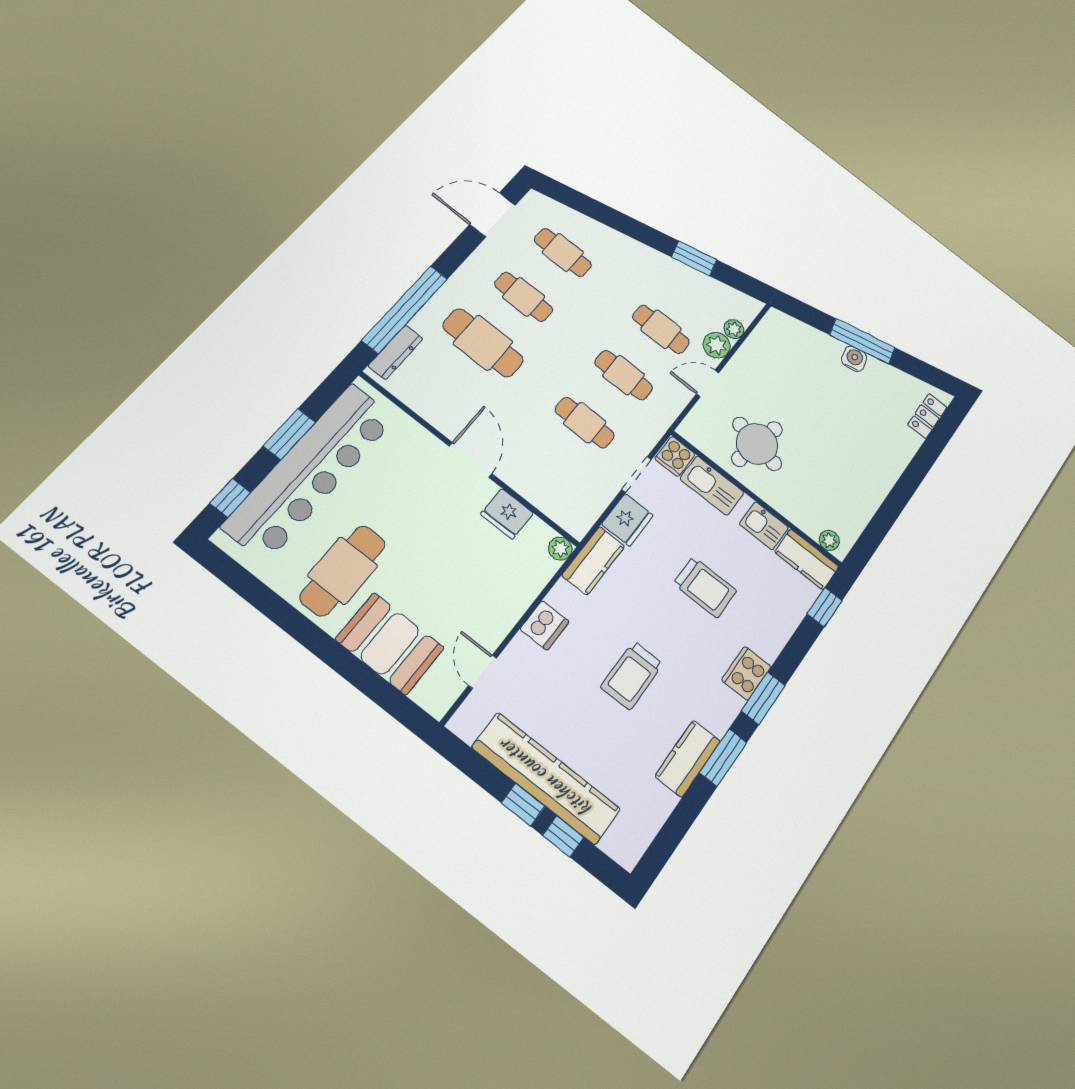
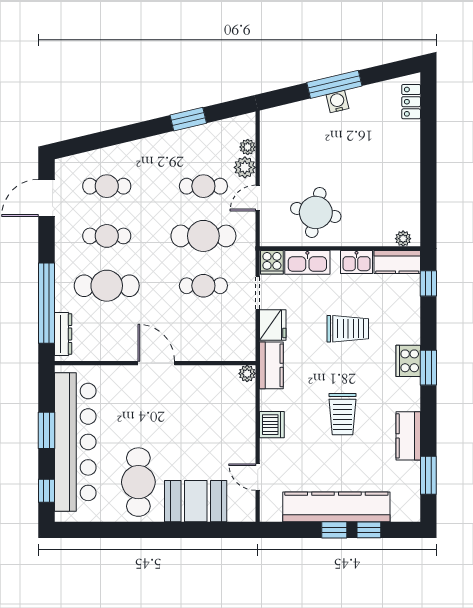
cafe table: (624, 375) -> (203, 236), width x1.37, depth x1.35
fridge: (507, 514) -> (202, 378), removed
window: (723, 757) -> (428, 475), moved

